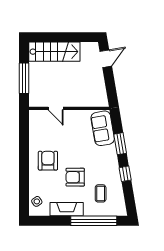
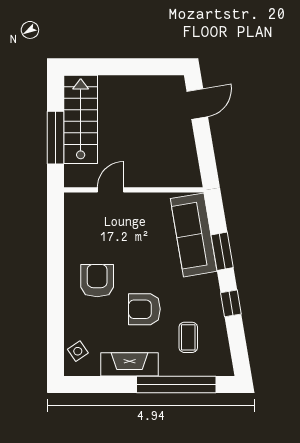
stairs: (54, 52) -> (81, 119), moved, turned -90
door: (56, 108) -> (111, 190), swing flipped
sofa: (103, 128) -> (194, 235), width x1.36

